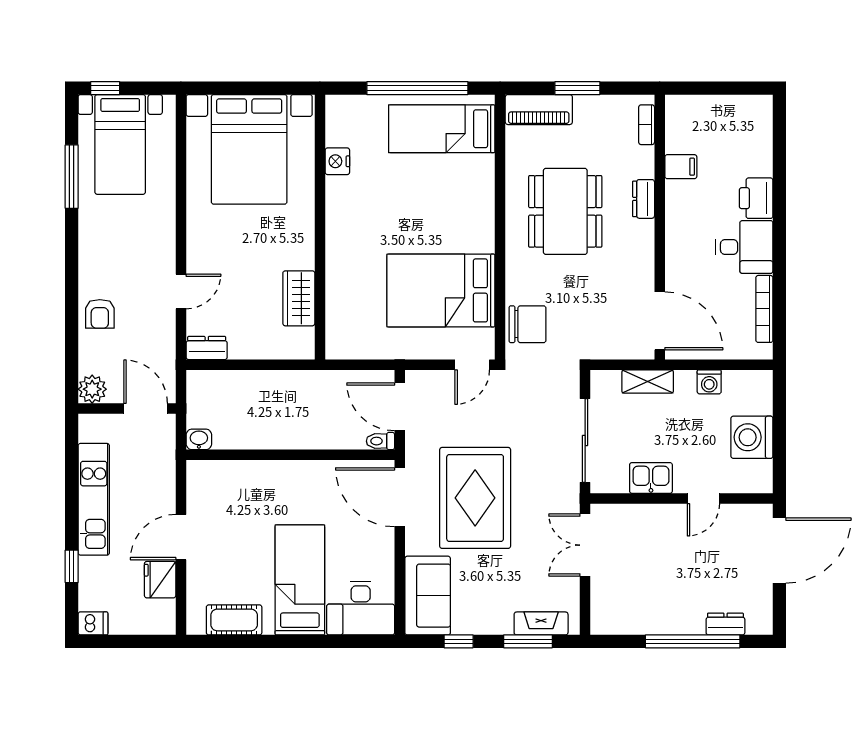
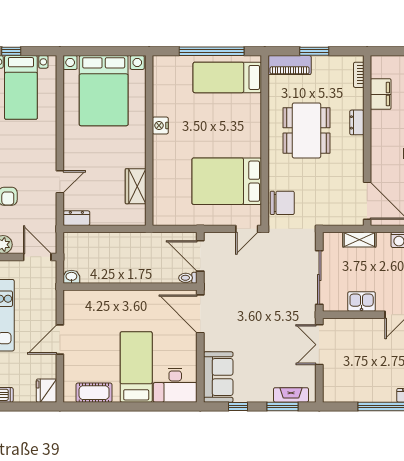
nightstand: (337, 161) -> (160, 125), moved
filing cabinet: (681, 167) -> (381, 94), width x2.00
rug: (475, 498) -> (249, 314), removed
fridge: (160, 580) -> (47, 391), moved

